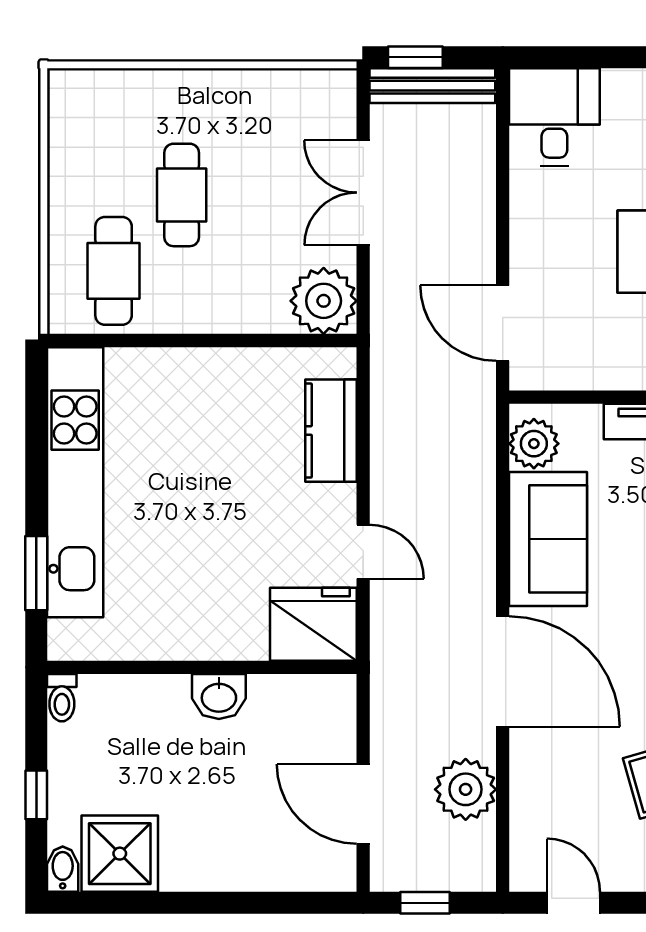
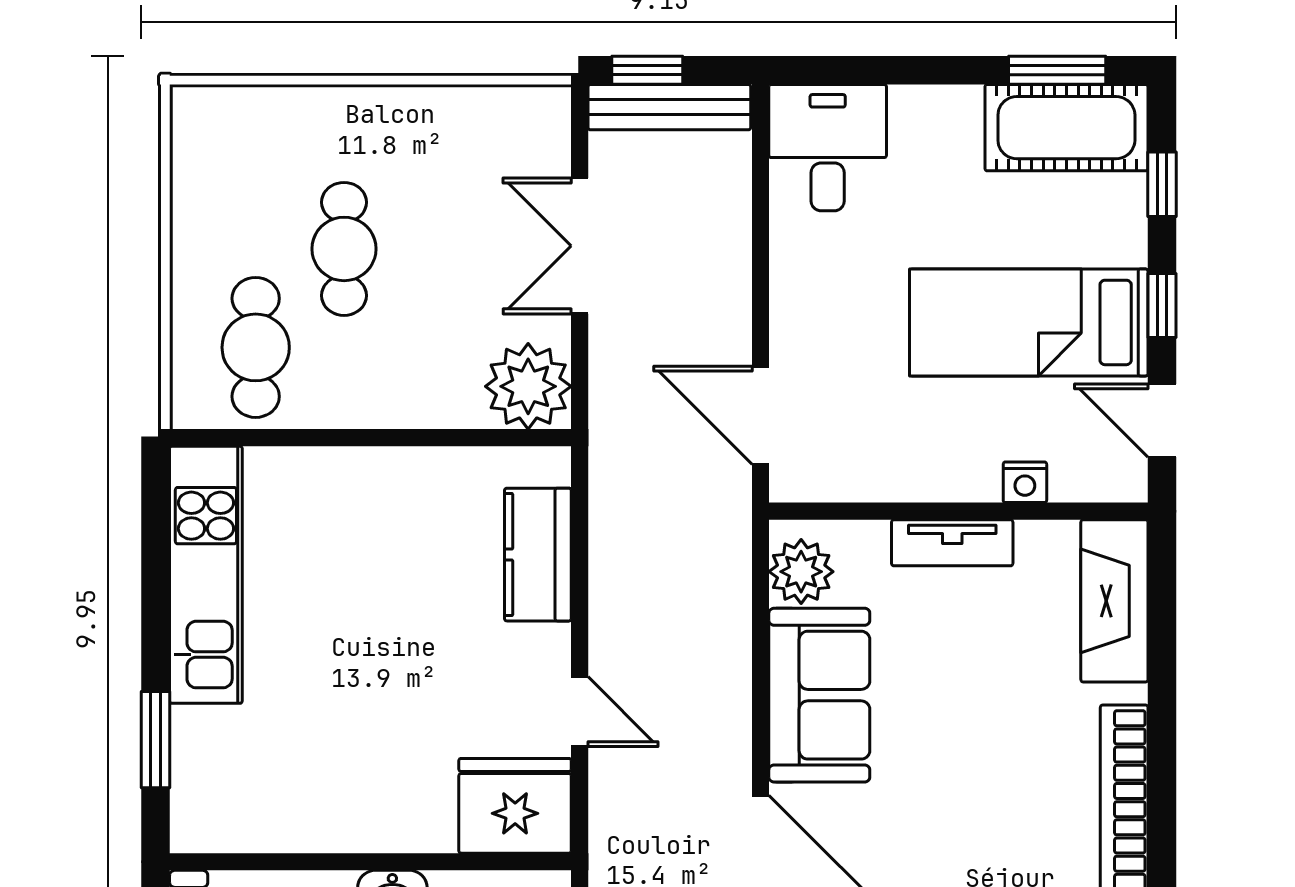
kitchen unit: (75, 482) -> (206, 575), width x0.73

